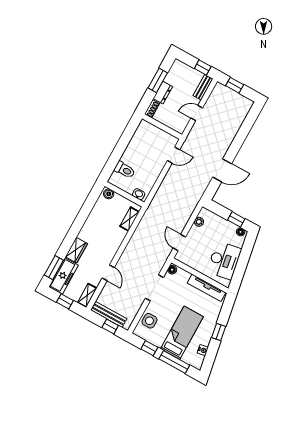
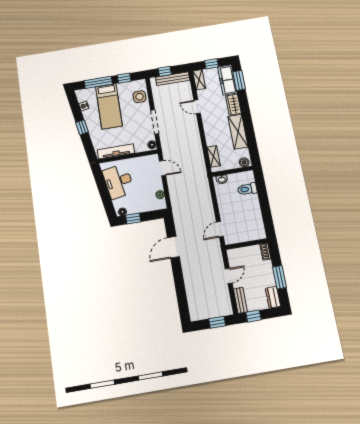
dresser: (163, 93) -> (273, 297), moved
shelving: (92, 224) -> (238, 132), added

